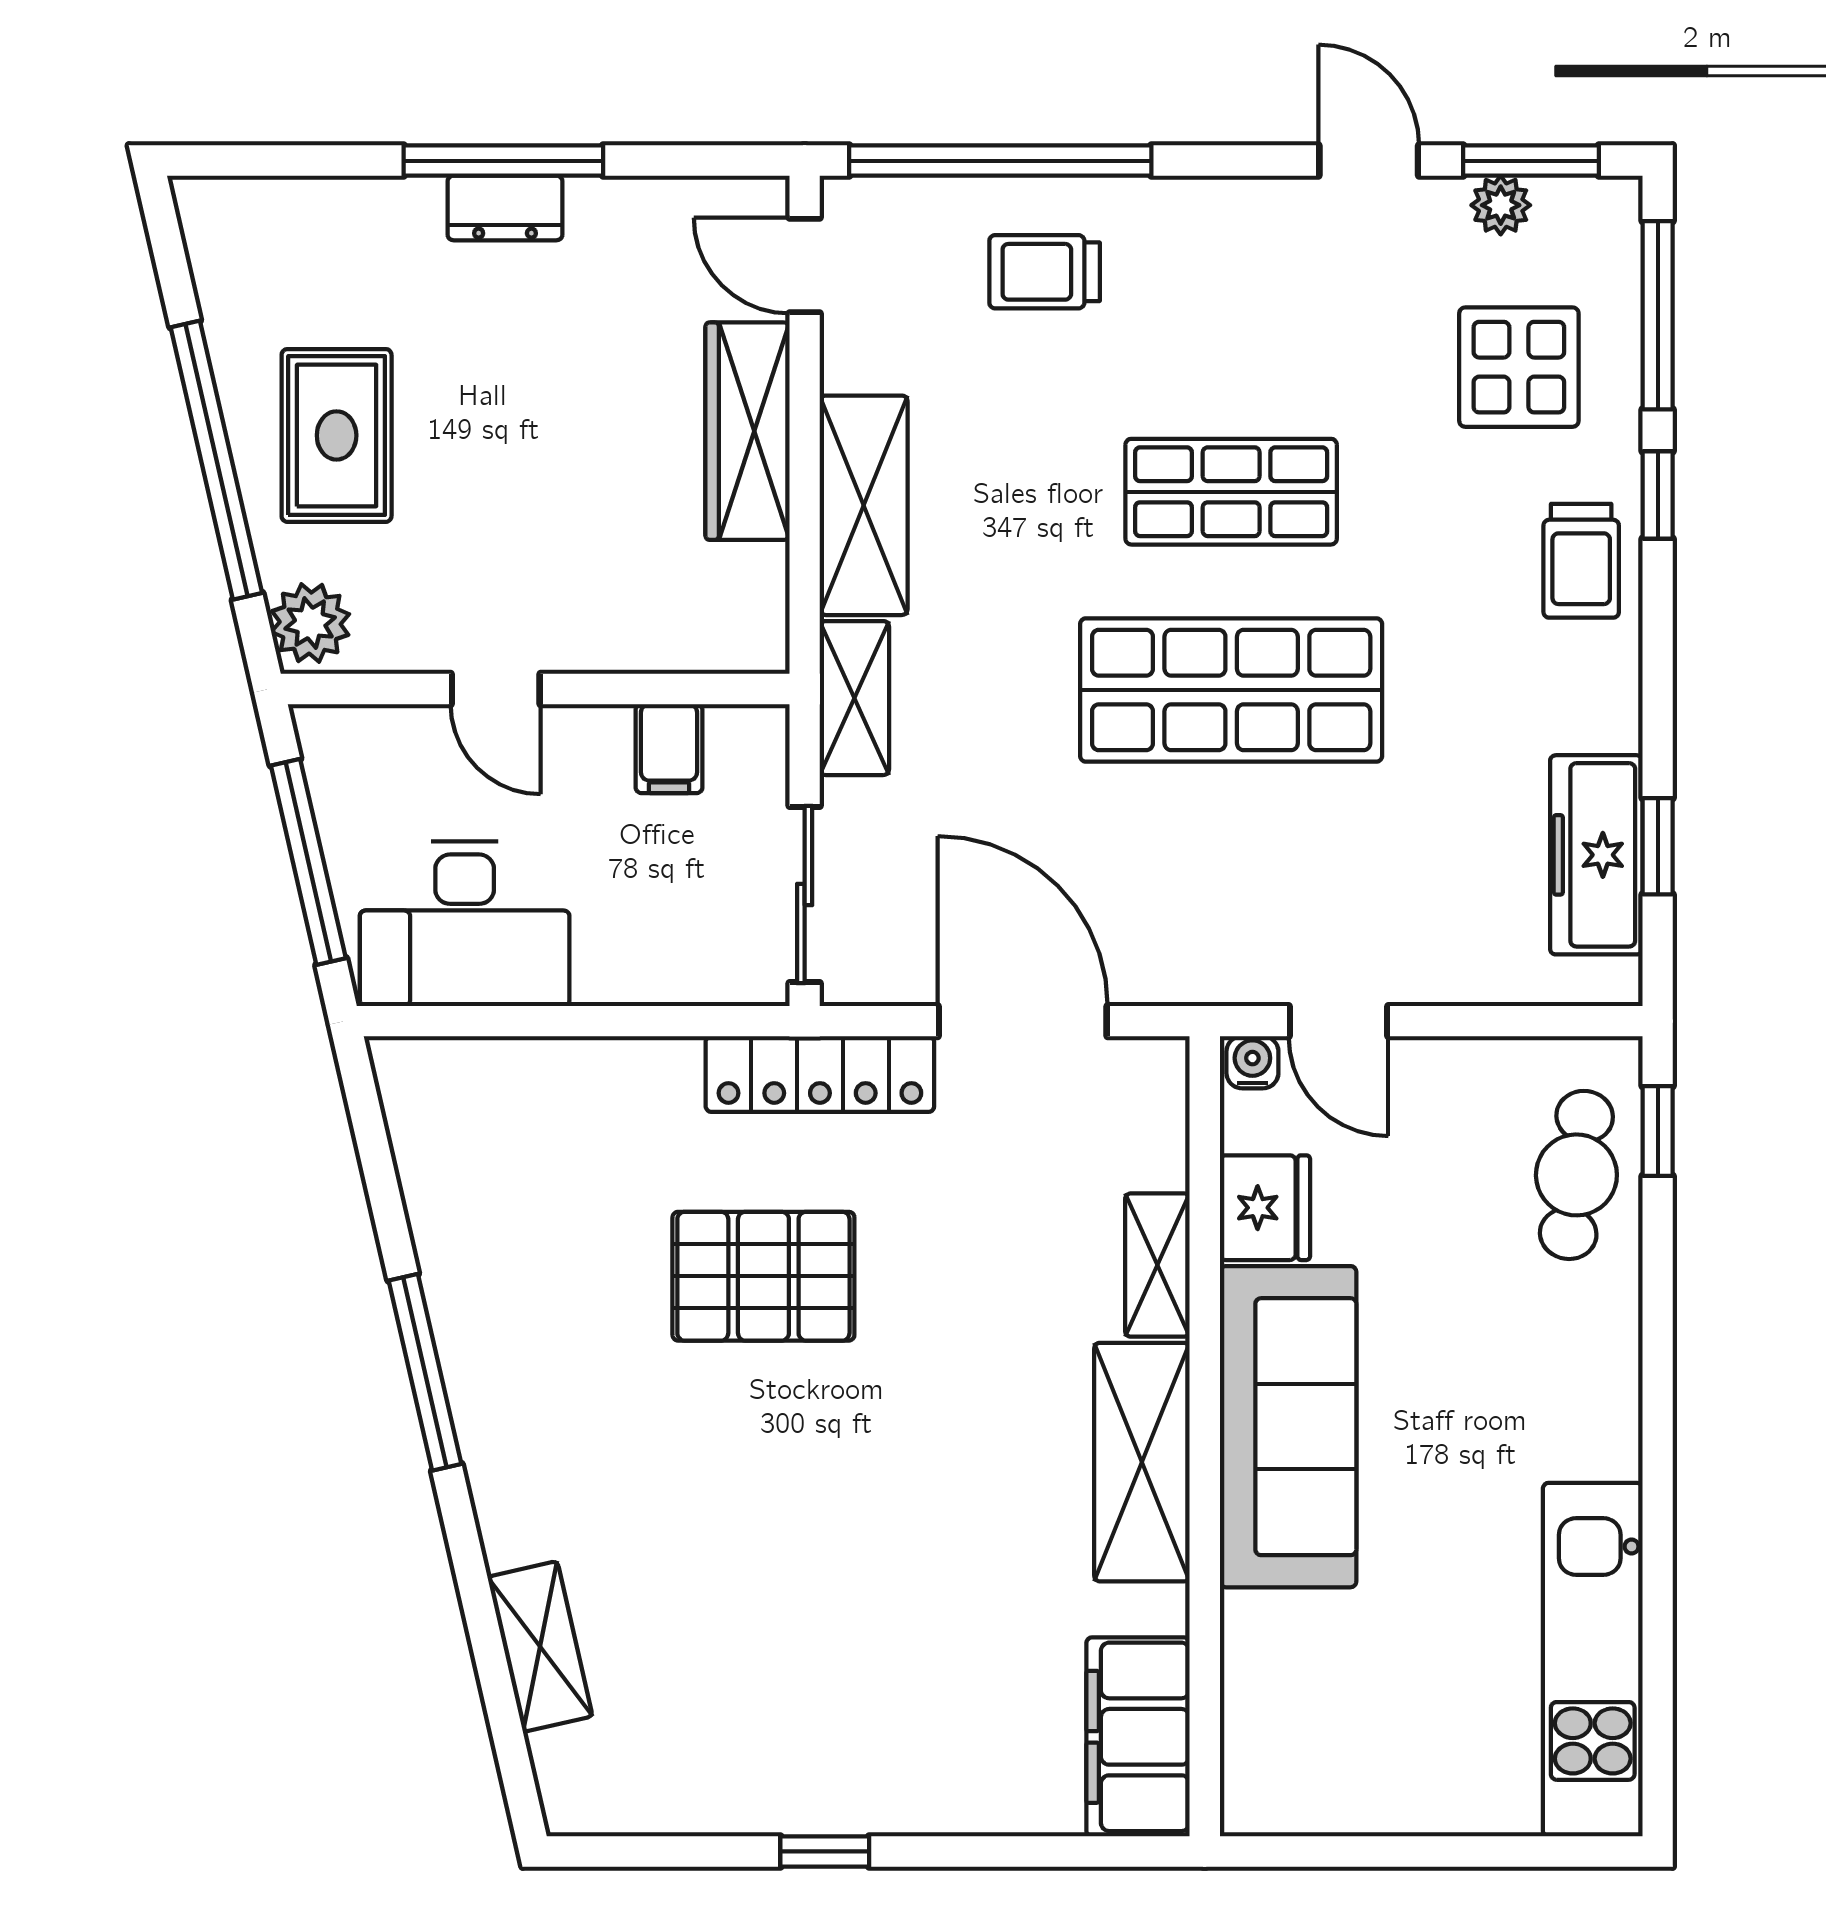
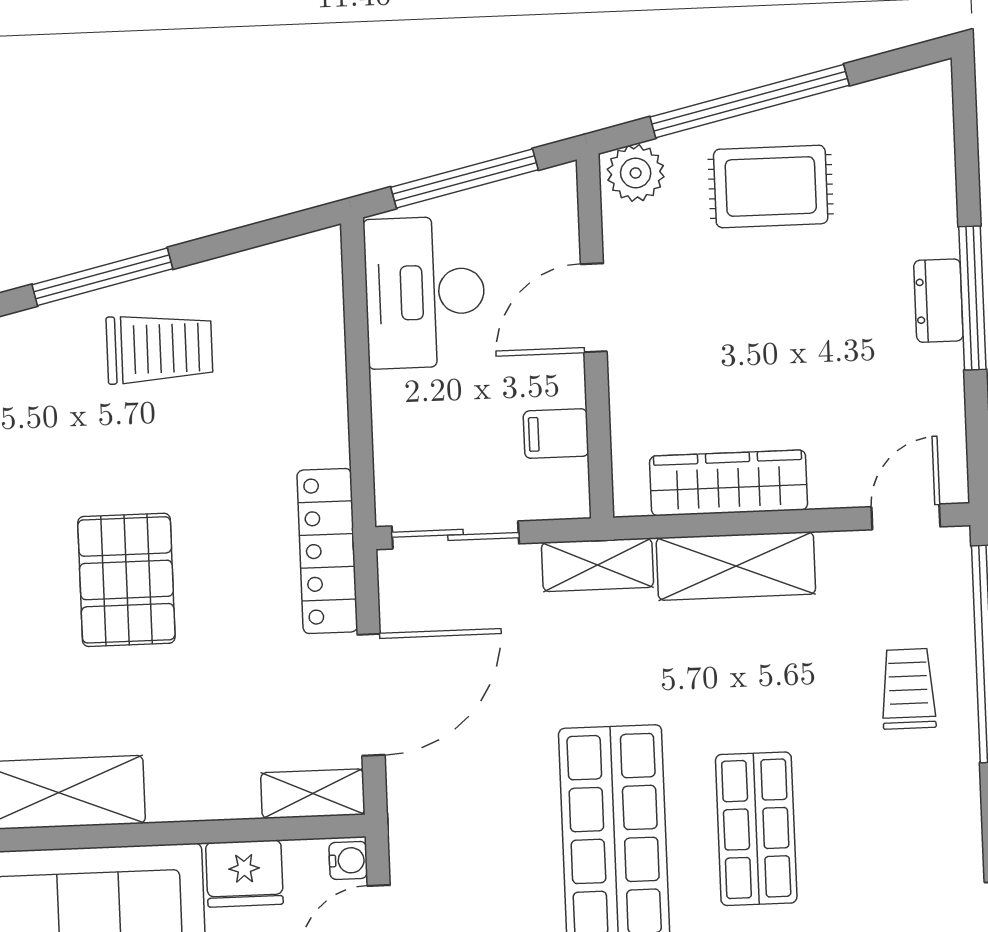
wardrobe: (748, 431) -> (729, 483), moved
door: (496, 689) -> (594, 308), width x1.38
shelving: (1157, 1265) -> (313, 794), moved
pallet: (763, 1276) -> (126, 580), moved
trolley: (528, 1297) -> (159, 349), added

